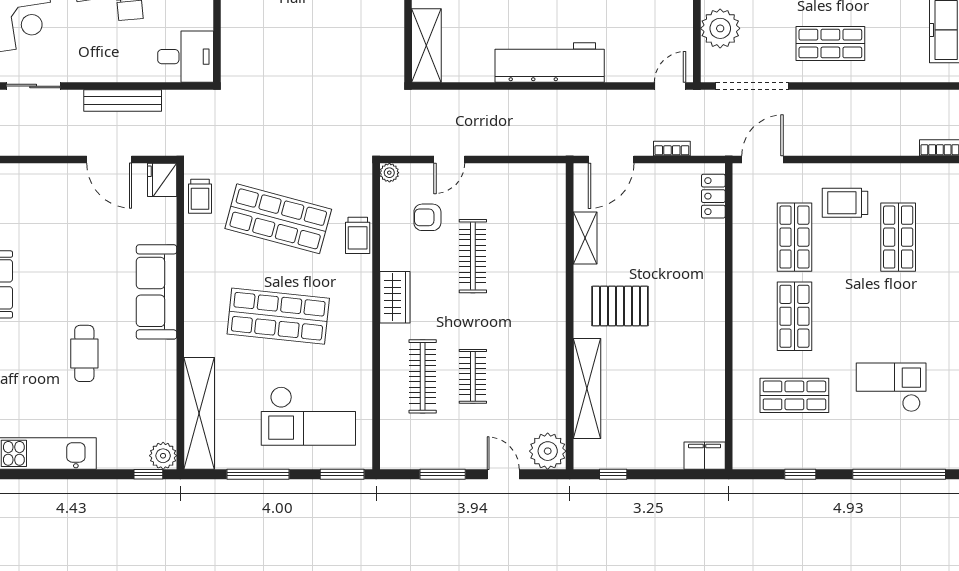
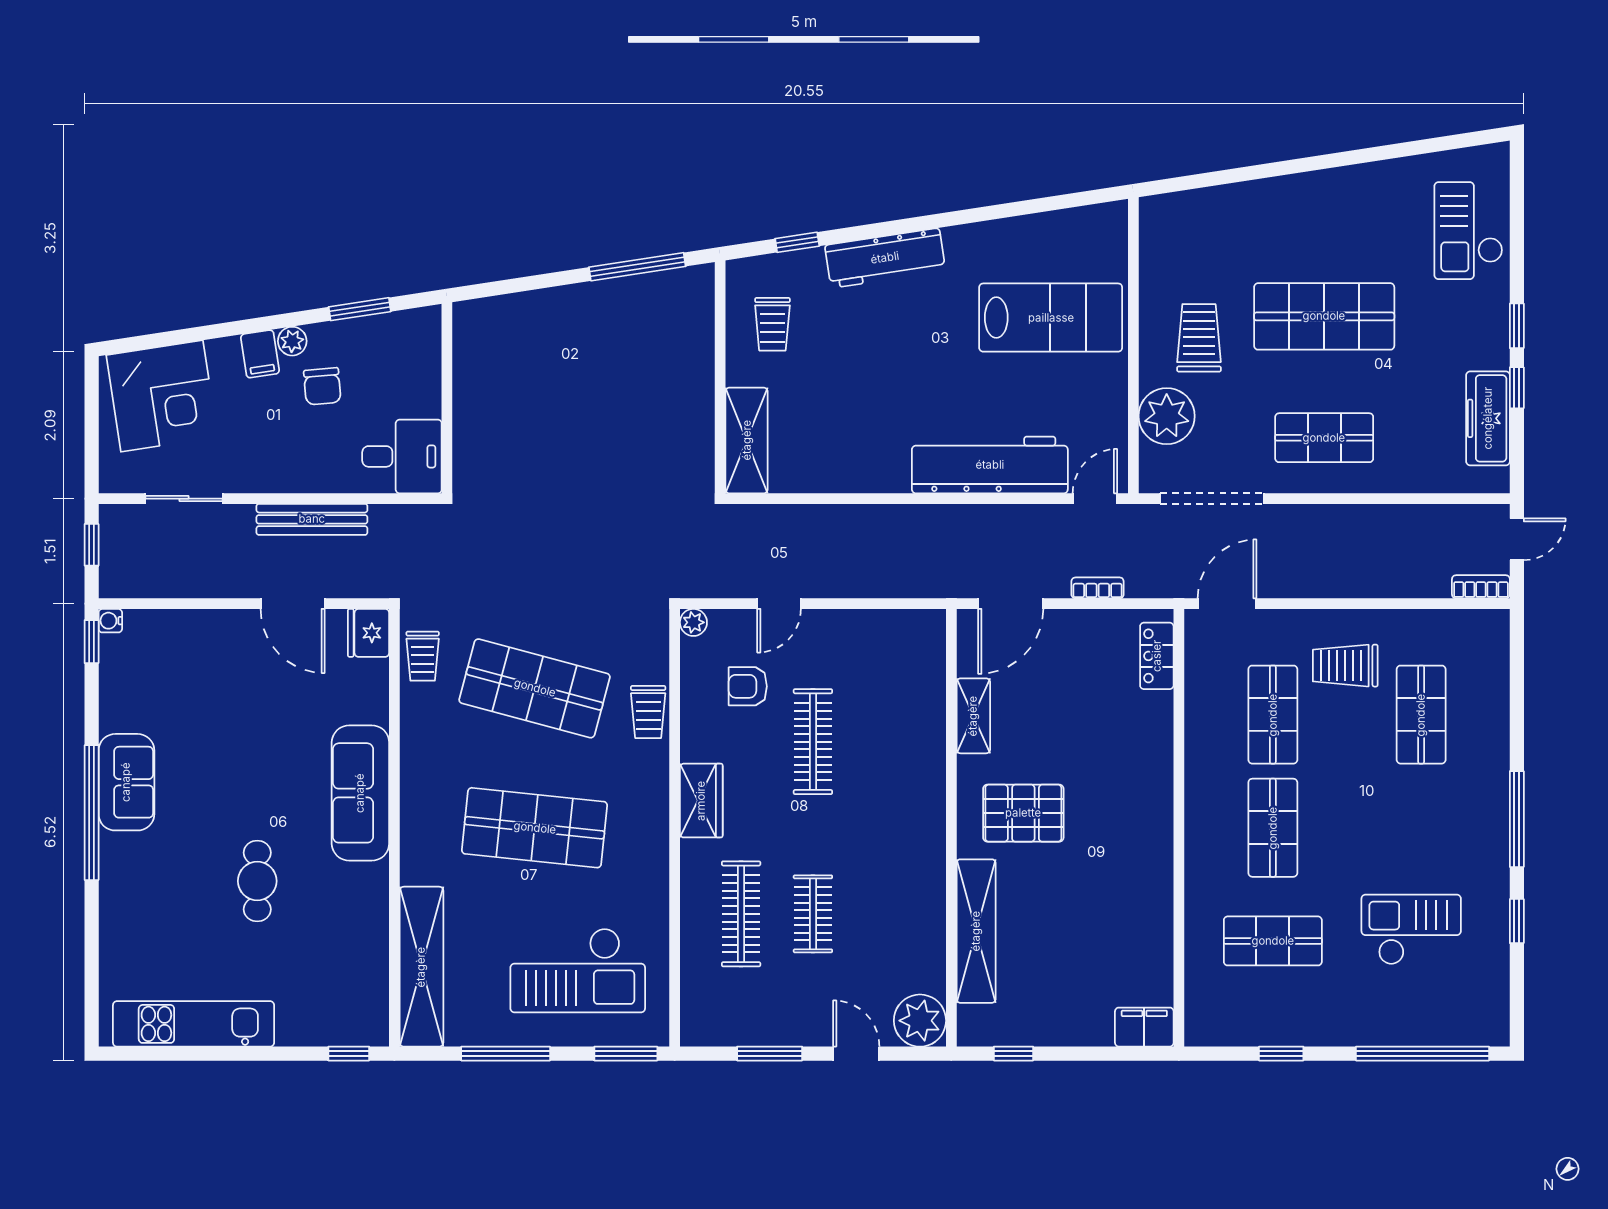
workbench: (550, 63) -> (990, 465), moved
plant: (163, 456) -> (370, 1027), removed

